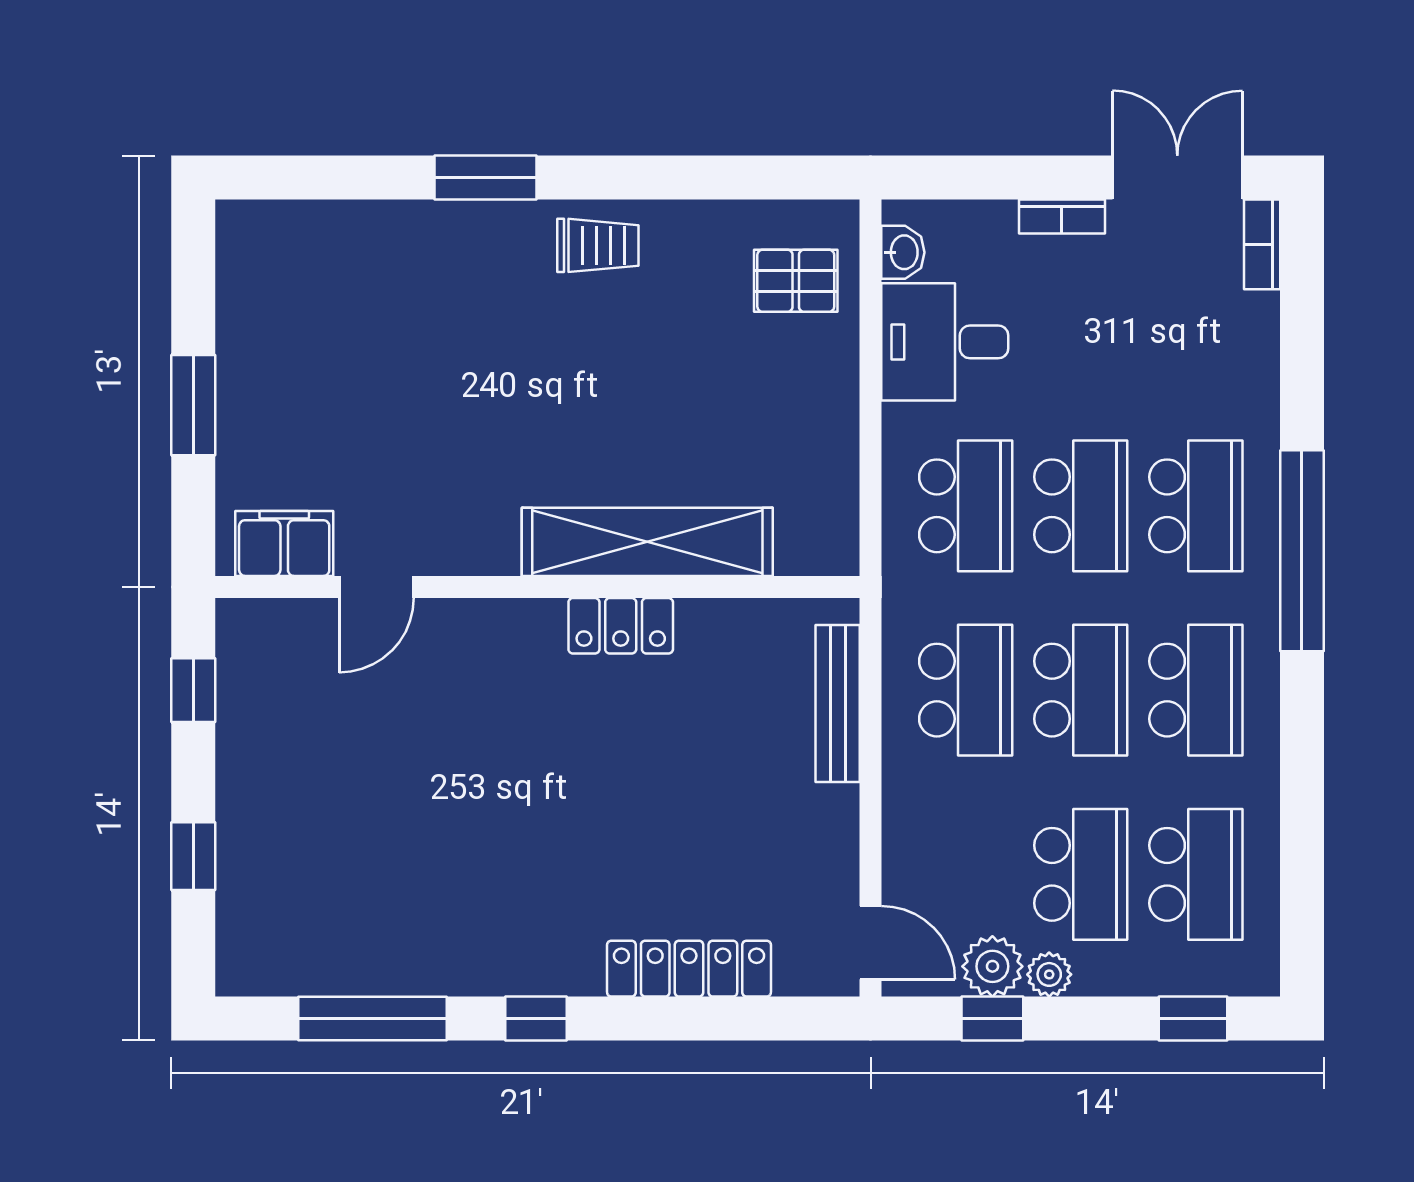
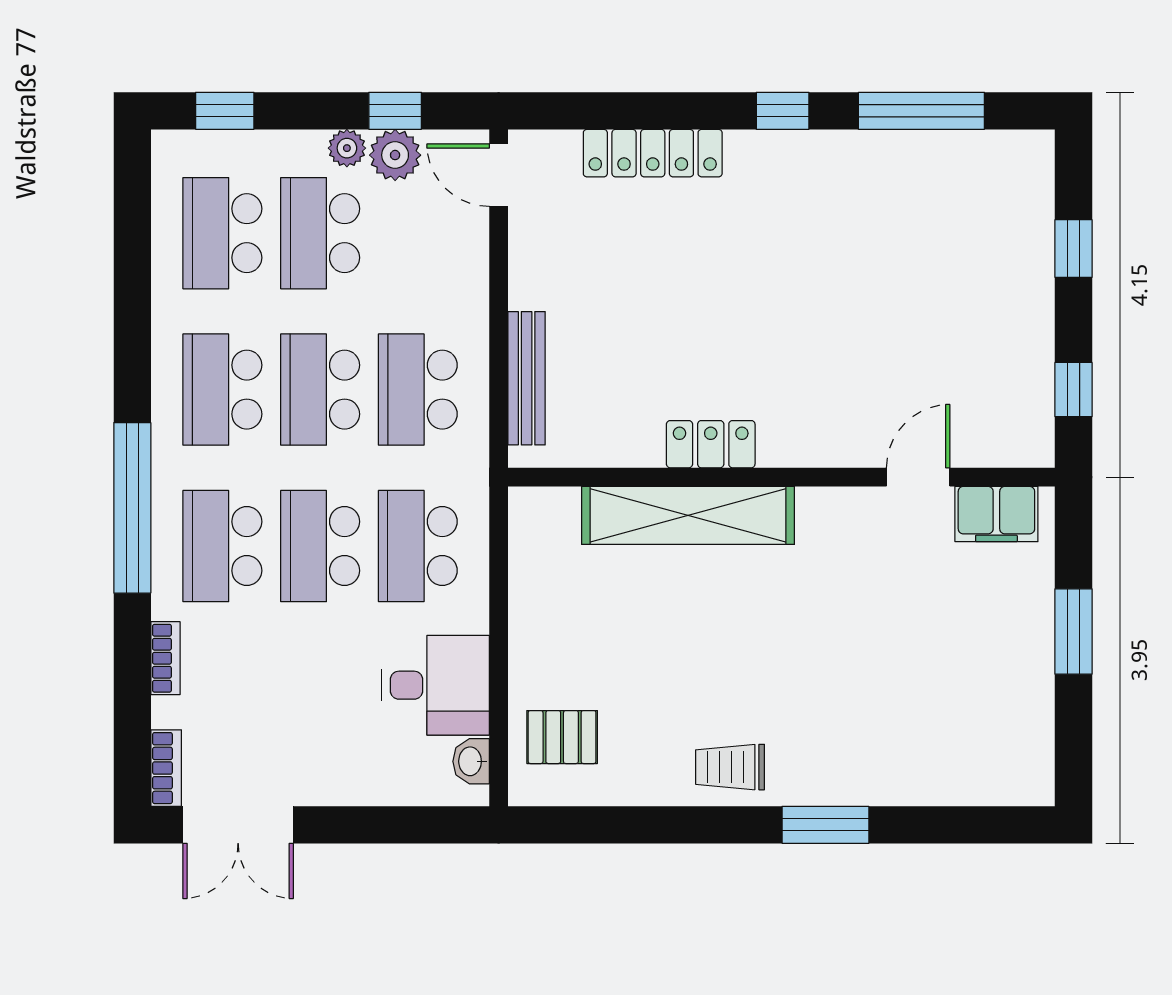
bookcase: (1062, 216) -> (165, 658), moved, turned 90

